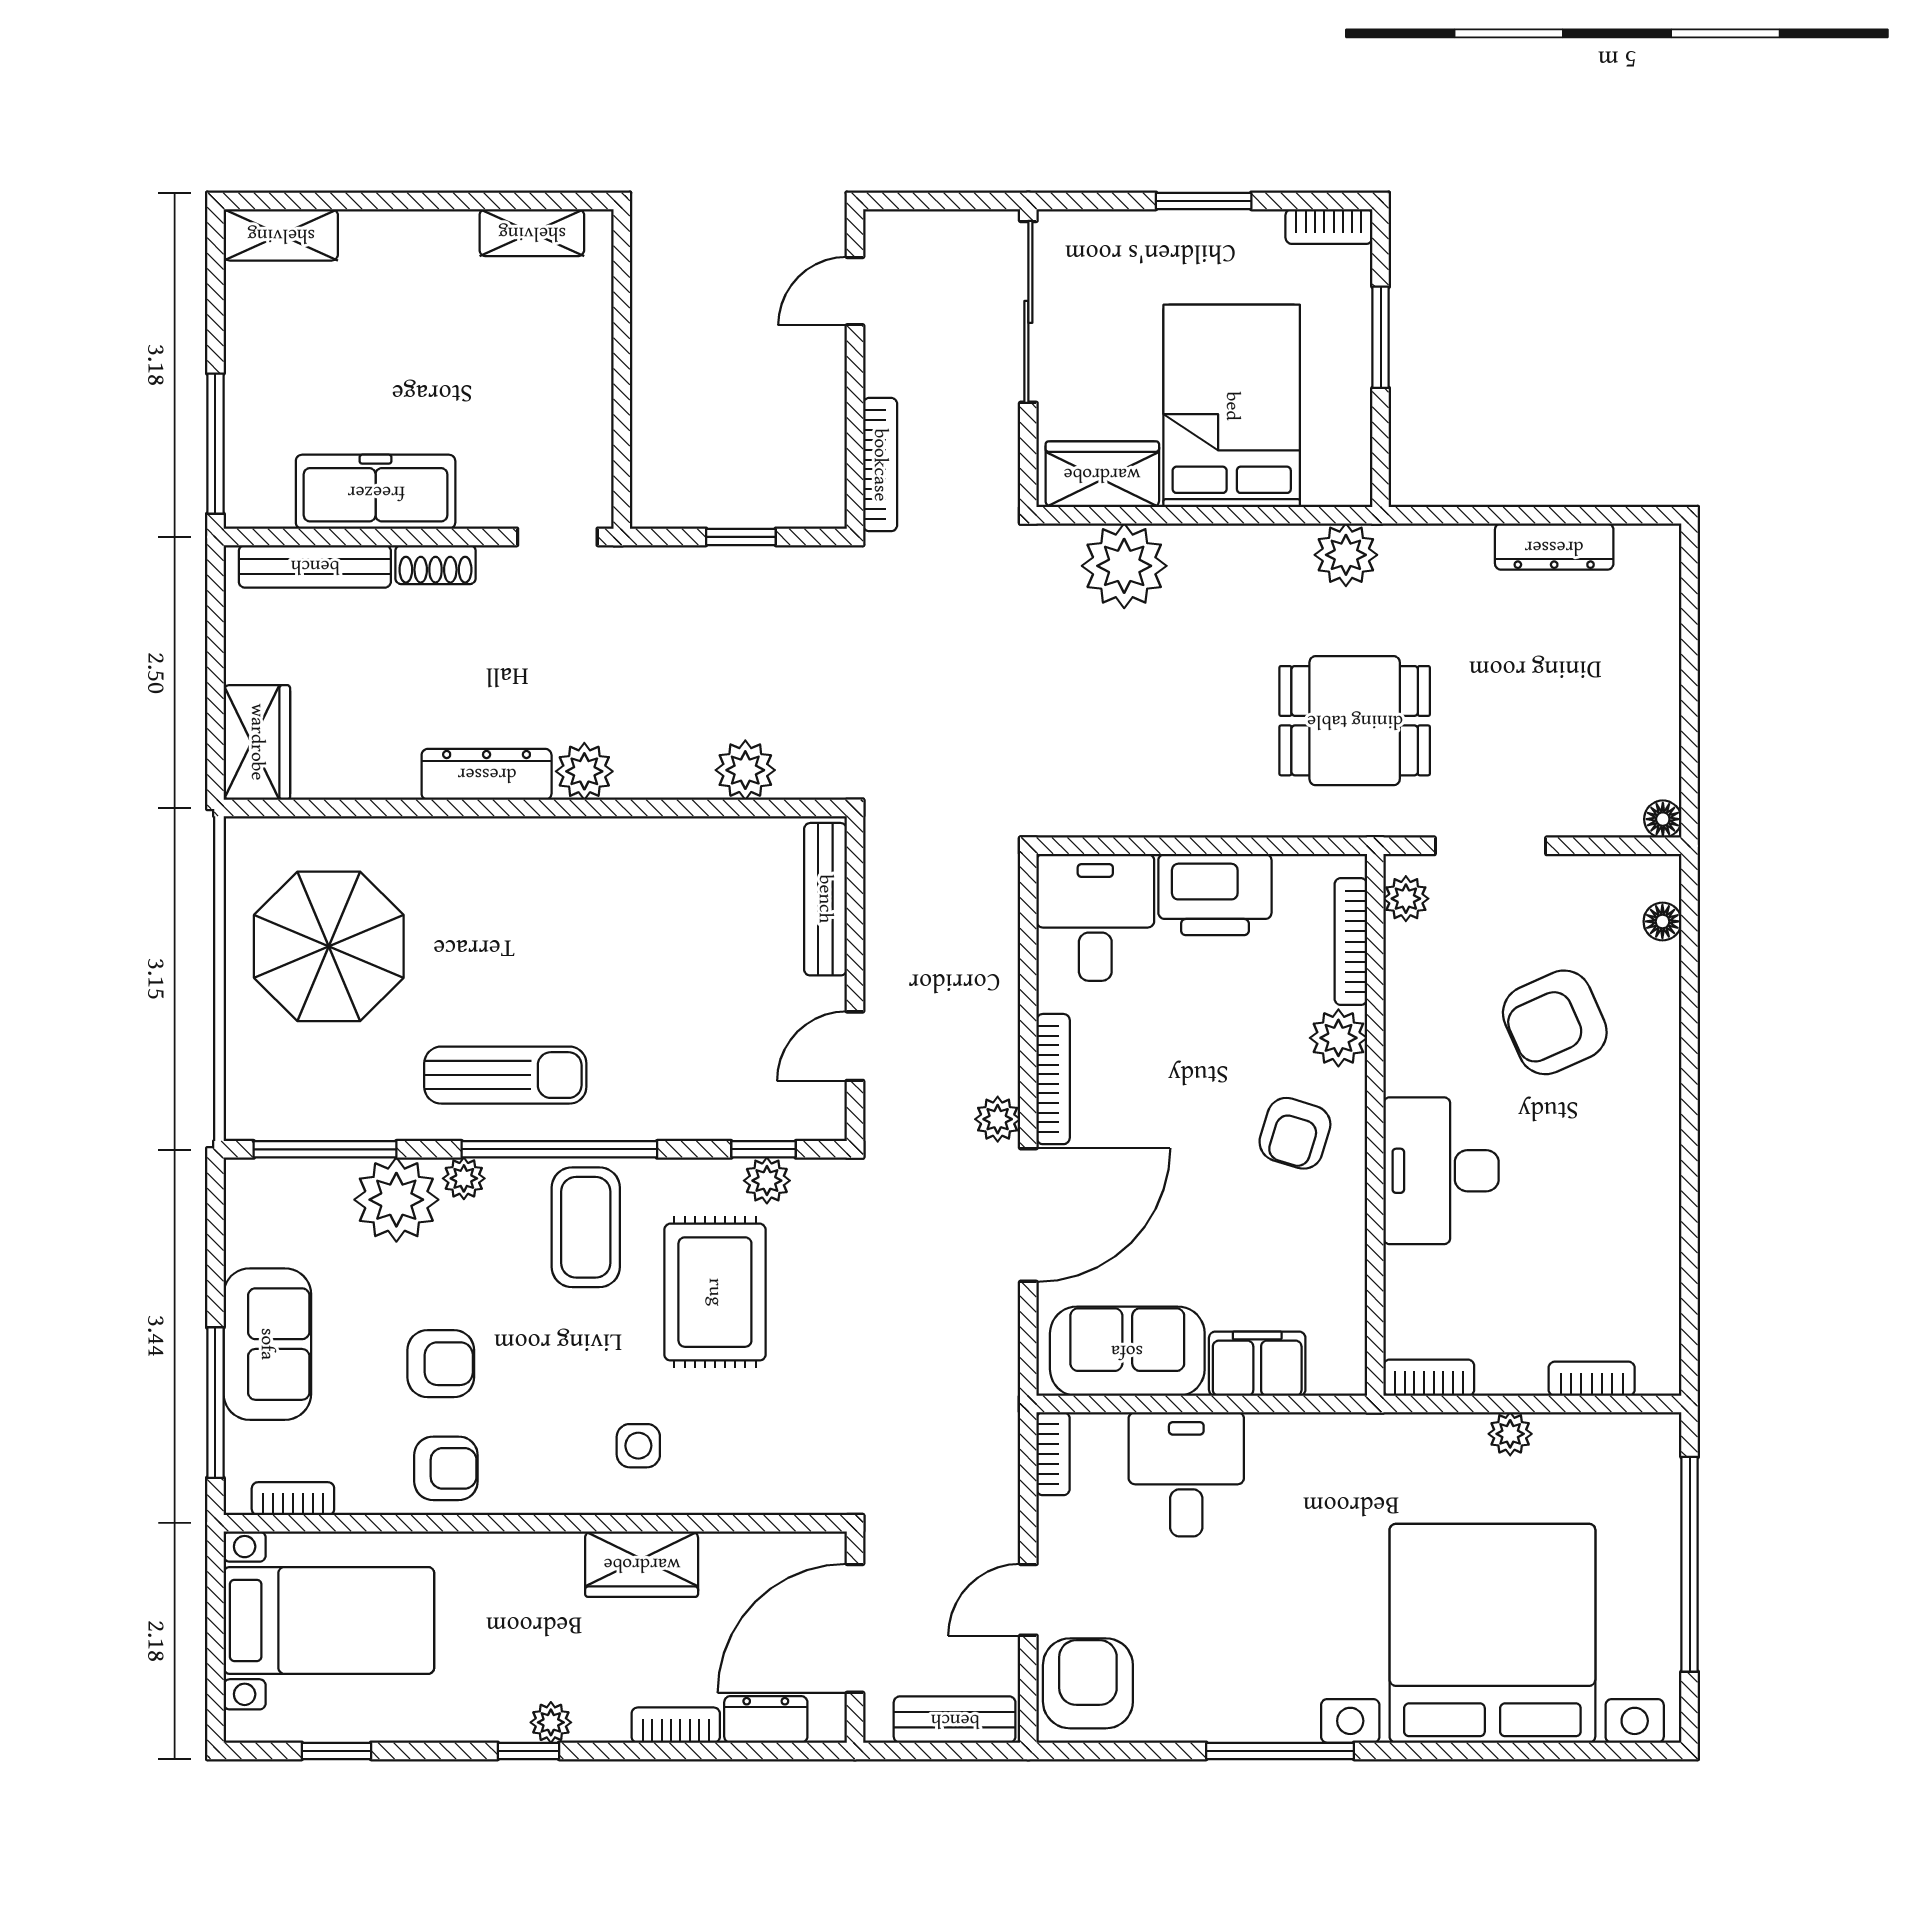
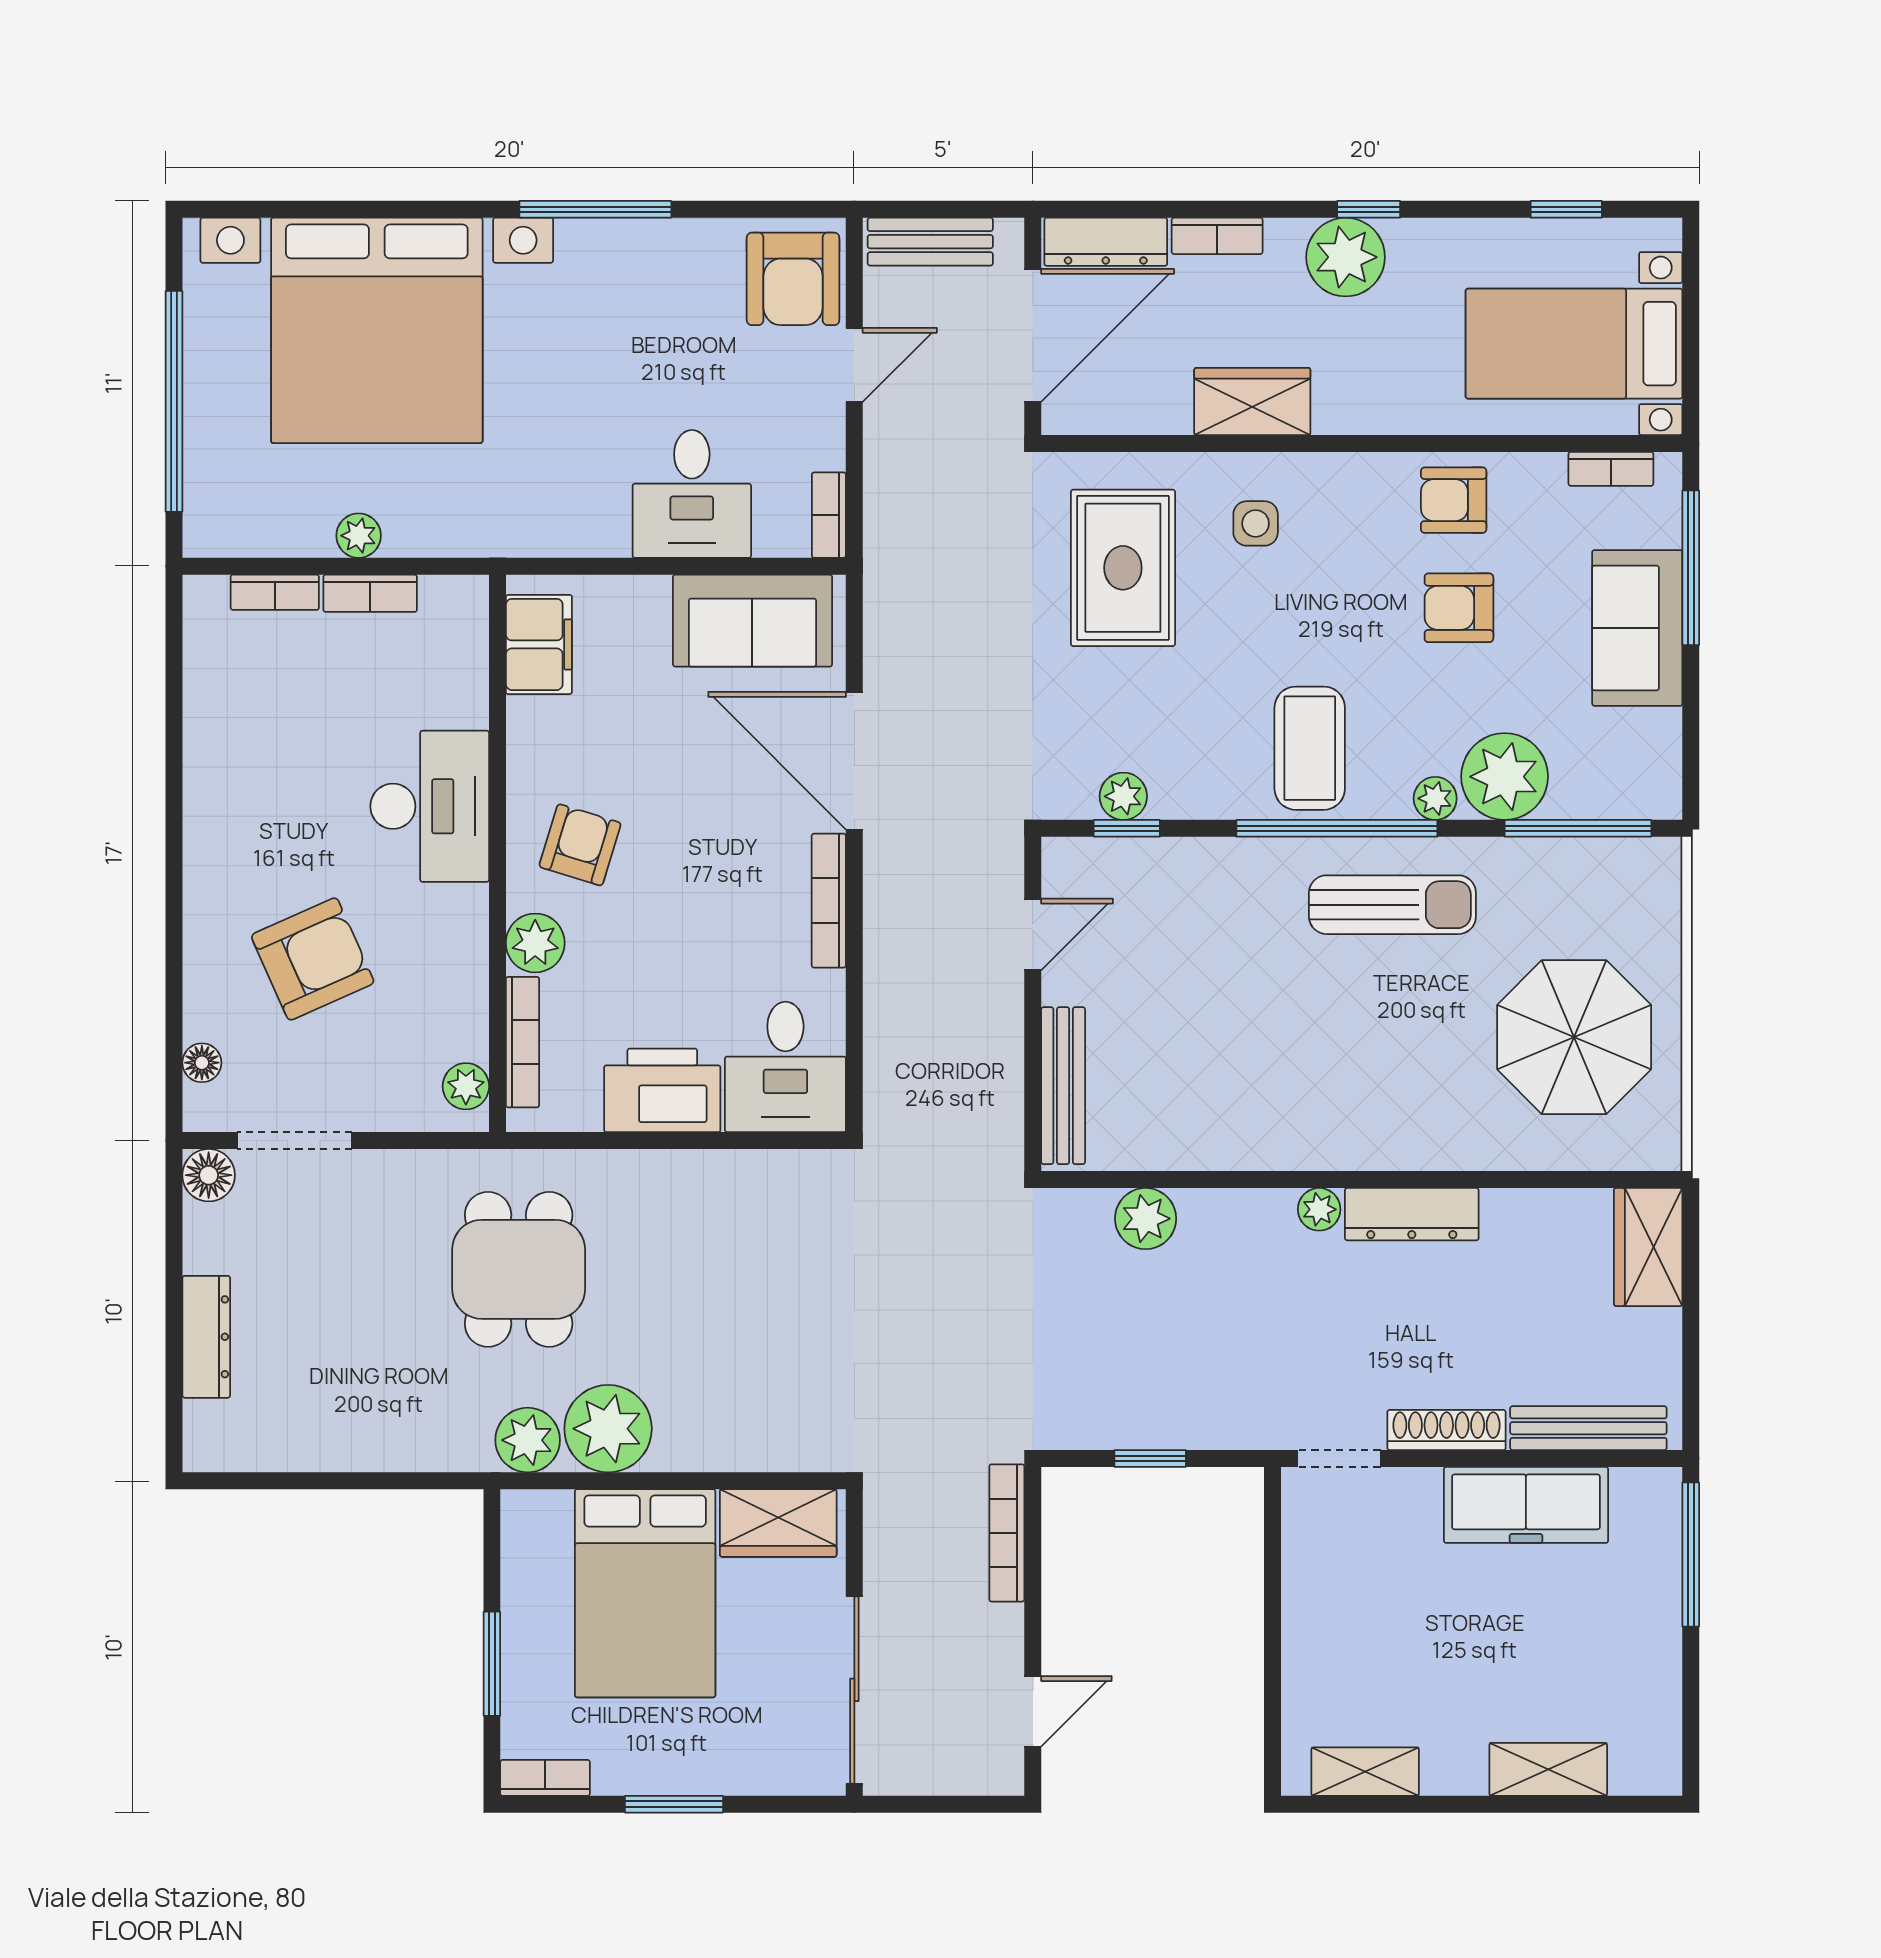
shelving: (281, 235) -> (1548, 1769), moved
dresser: (1554, 547) -> (206, 1337), moved, turned 90
shoe rack: (436, 565) -> (1447, 1430), width x1.43
plant: (1124, 566) -> (608, 1429), moved
dining table: (1355, 721) -> (519, 1269), turned 90
plant: (584, 771) -> (1319, 1209), width x0.73, depth x0.73
floor lamp: (1663, 819) -> (209, 1175), width x1.37, depth x1.37
doorway: (1491, 846) -> (295, 1141), moved
sun lounger: (505, 1075) -> (1392, 905), turned 180
plant: (998, 1119) -> (886, 859), removed
door: (1028, 1215) -> (854, 761), hinge flipped
rug: (715, 1292) -> (1123, 568), moved
filing cabinet: (1257, 1364) -> (539, 644), moved, turned -90
bookcase: (1429, 1378) -> (370, 593), moved
dresser: (766, 1719) -> (1106, 242), width x1.44
plant: (551, 1722) -> (1346, 257), width x1.88, depth x1.88

